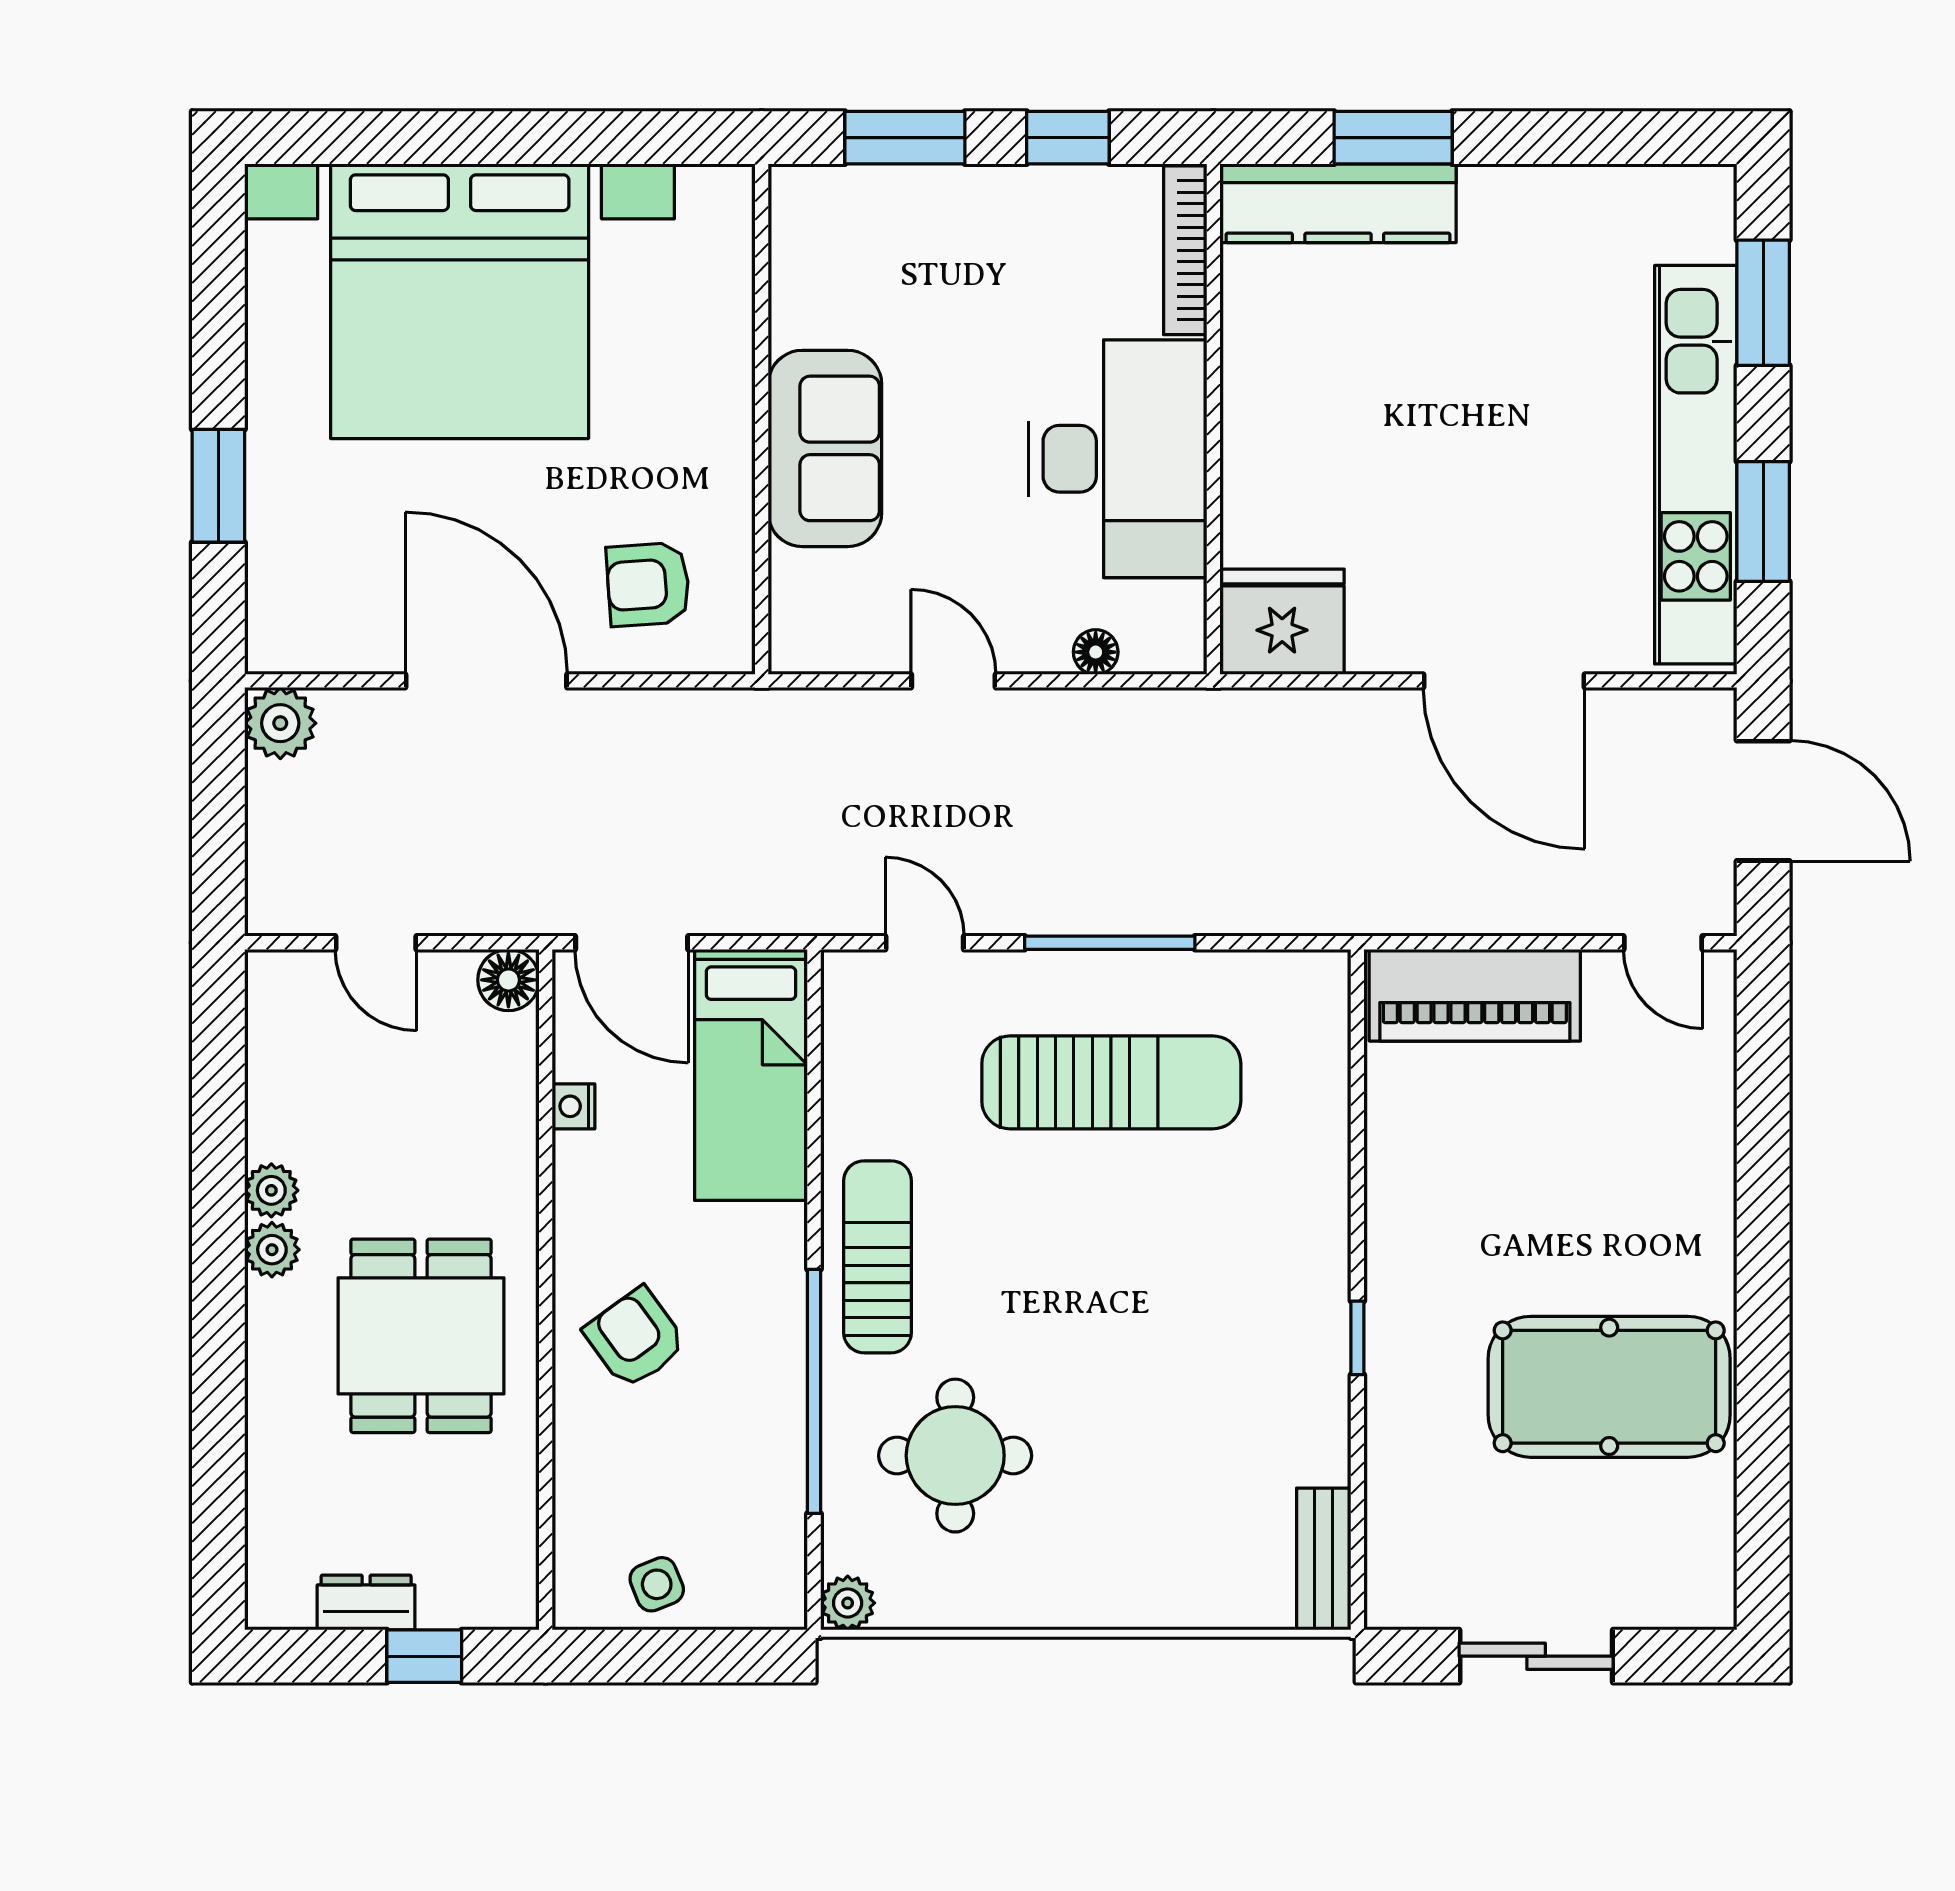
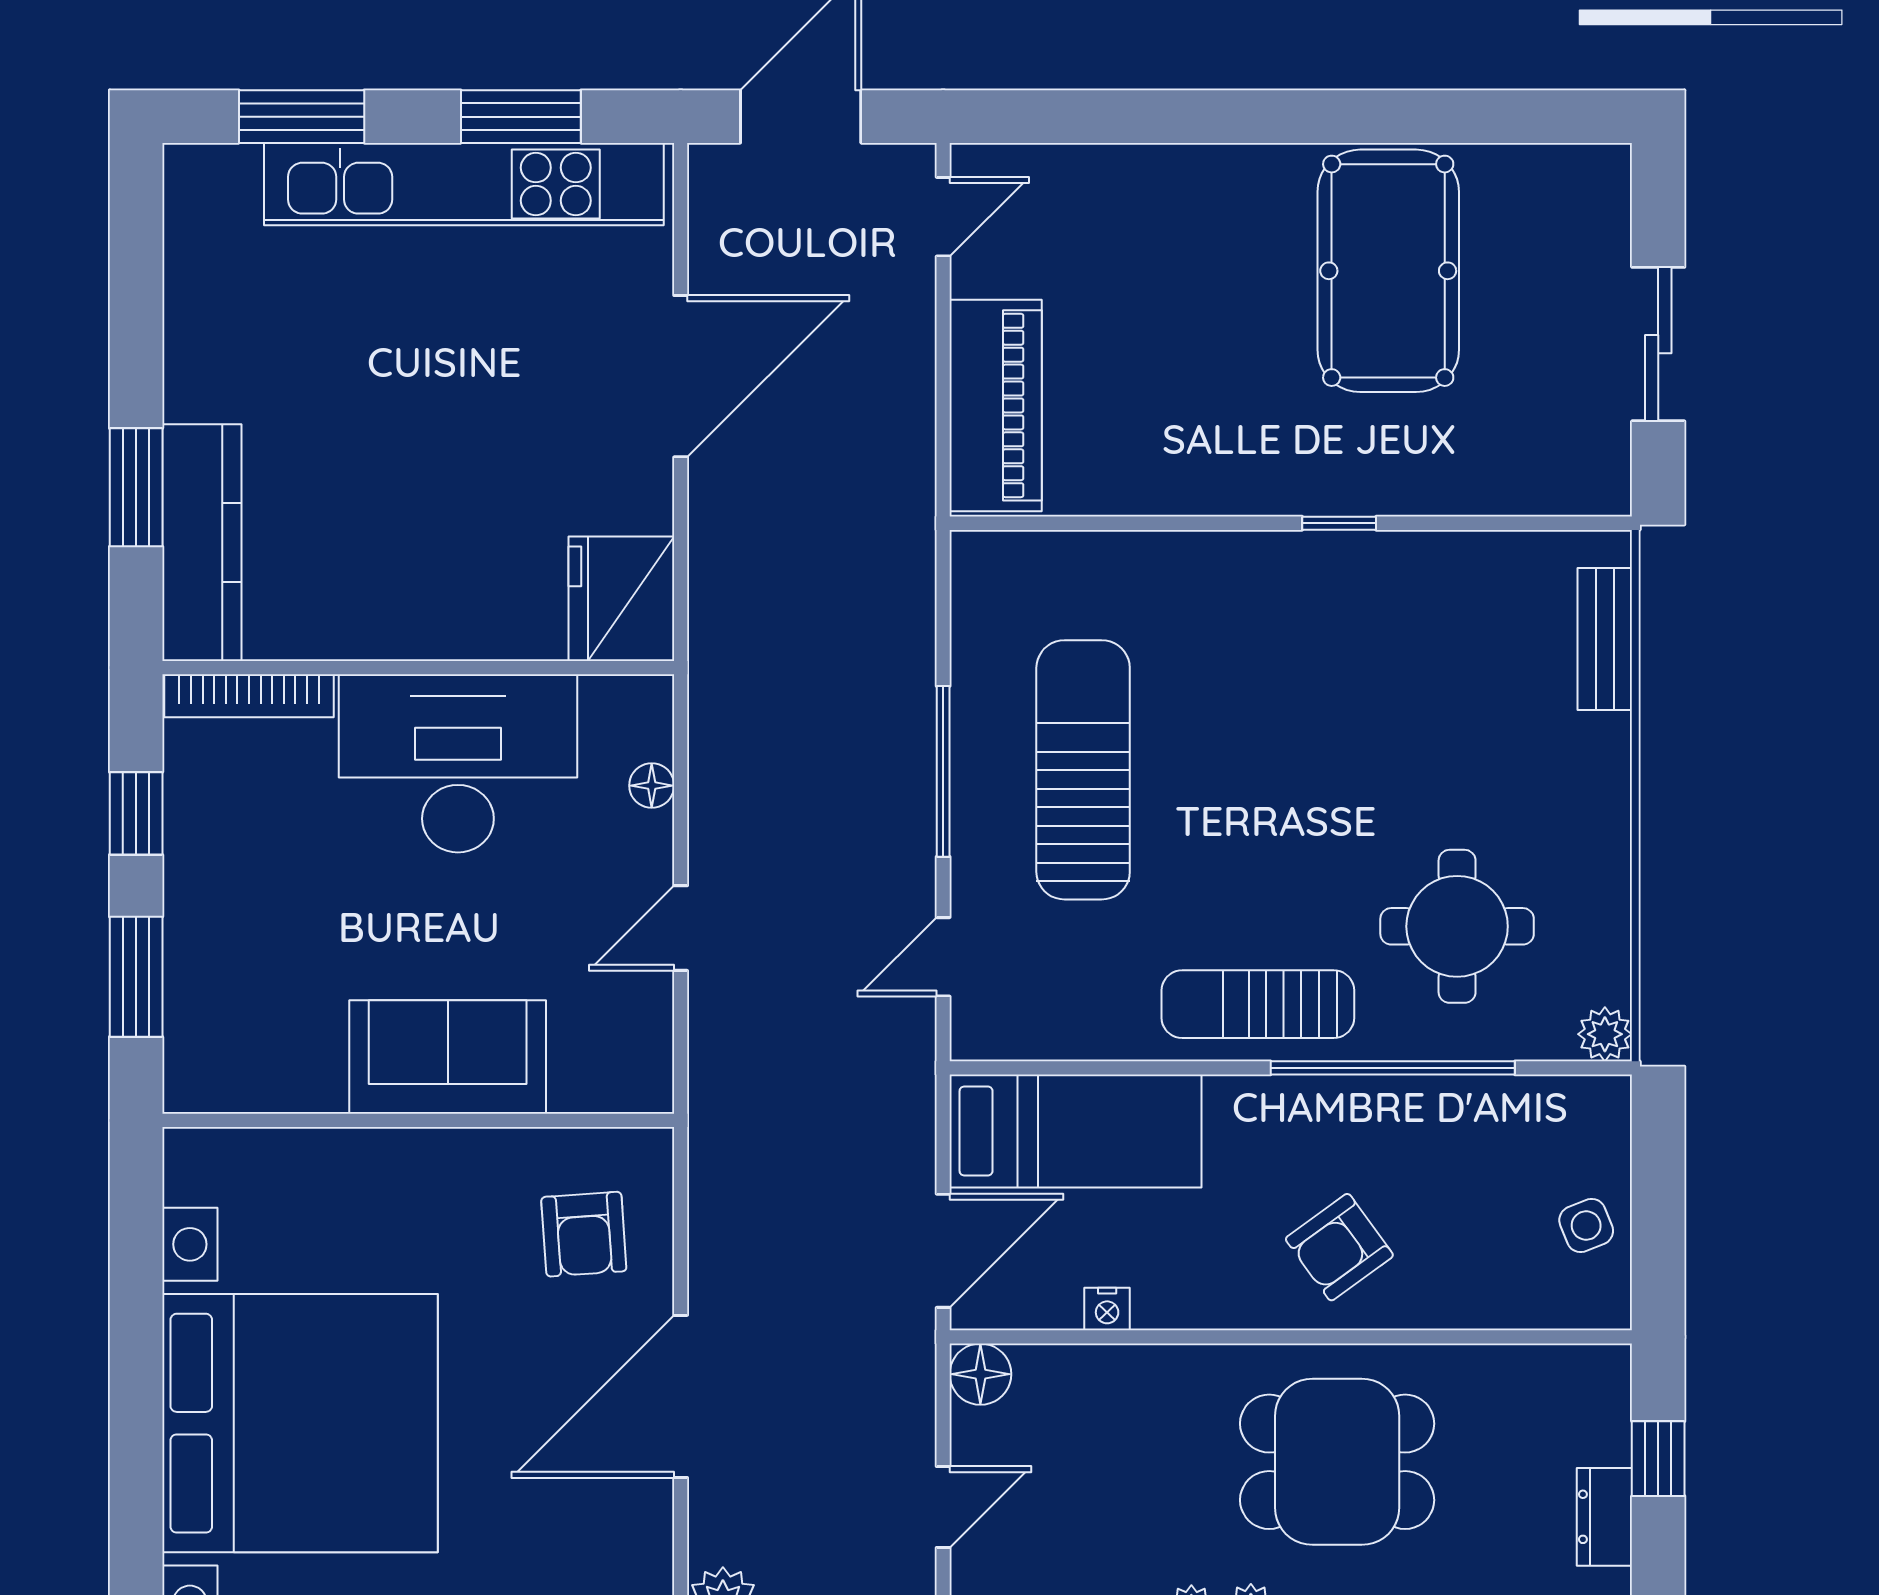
bench: (1324, 1559) -> (1605, 639), moved, turned 90

